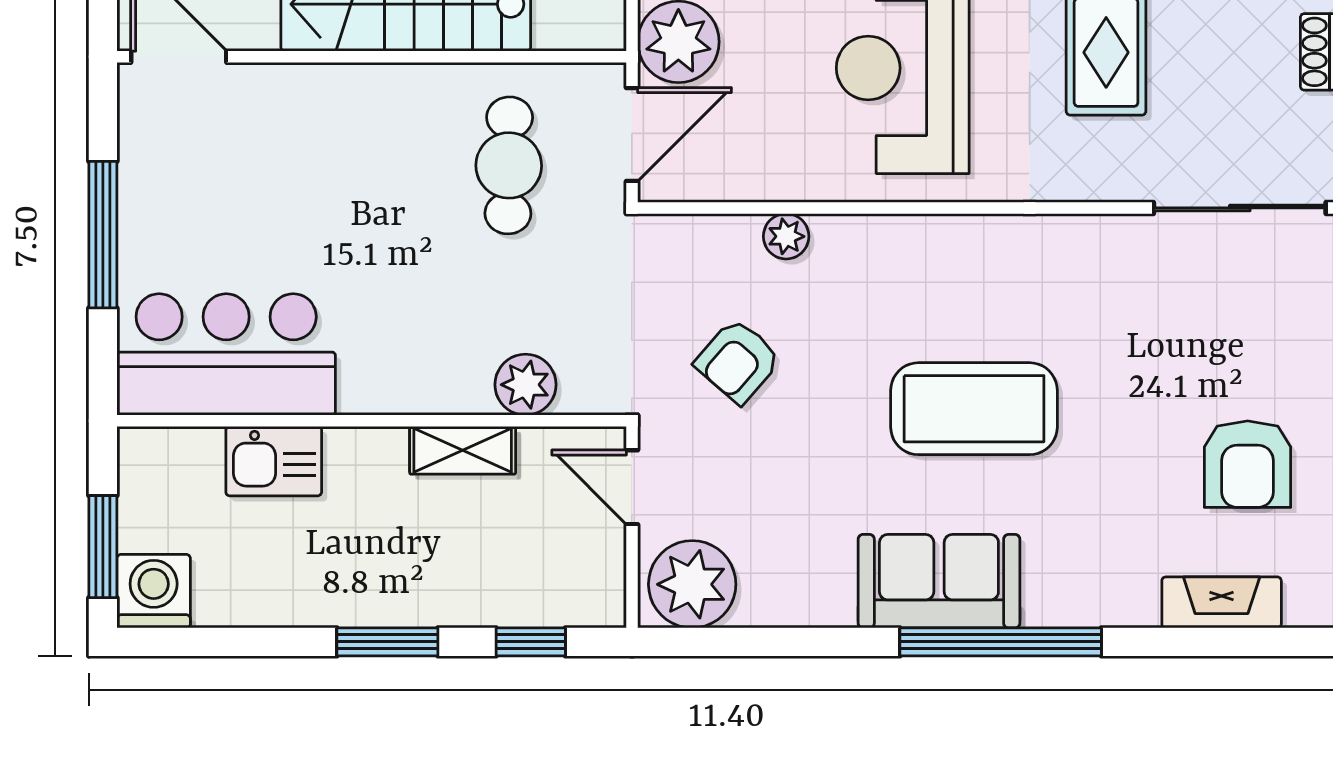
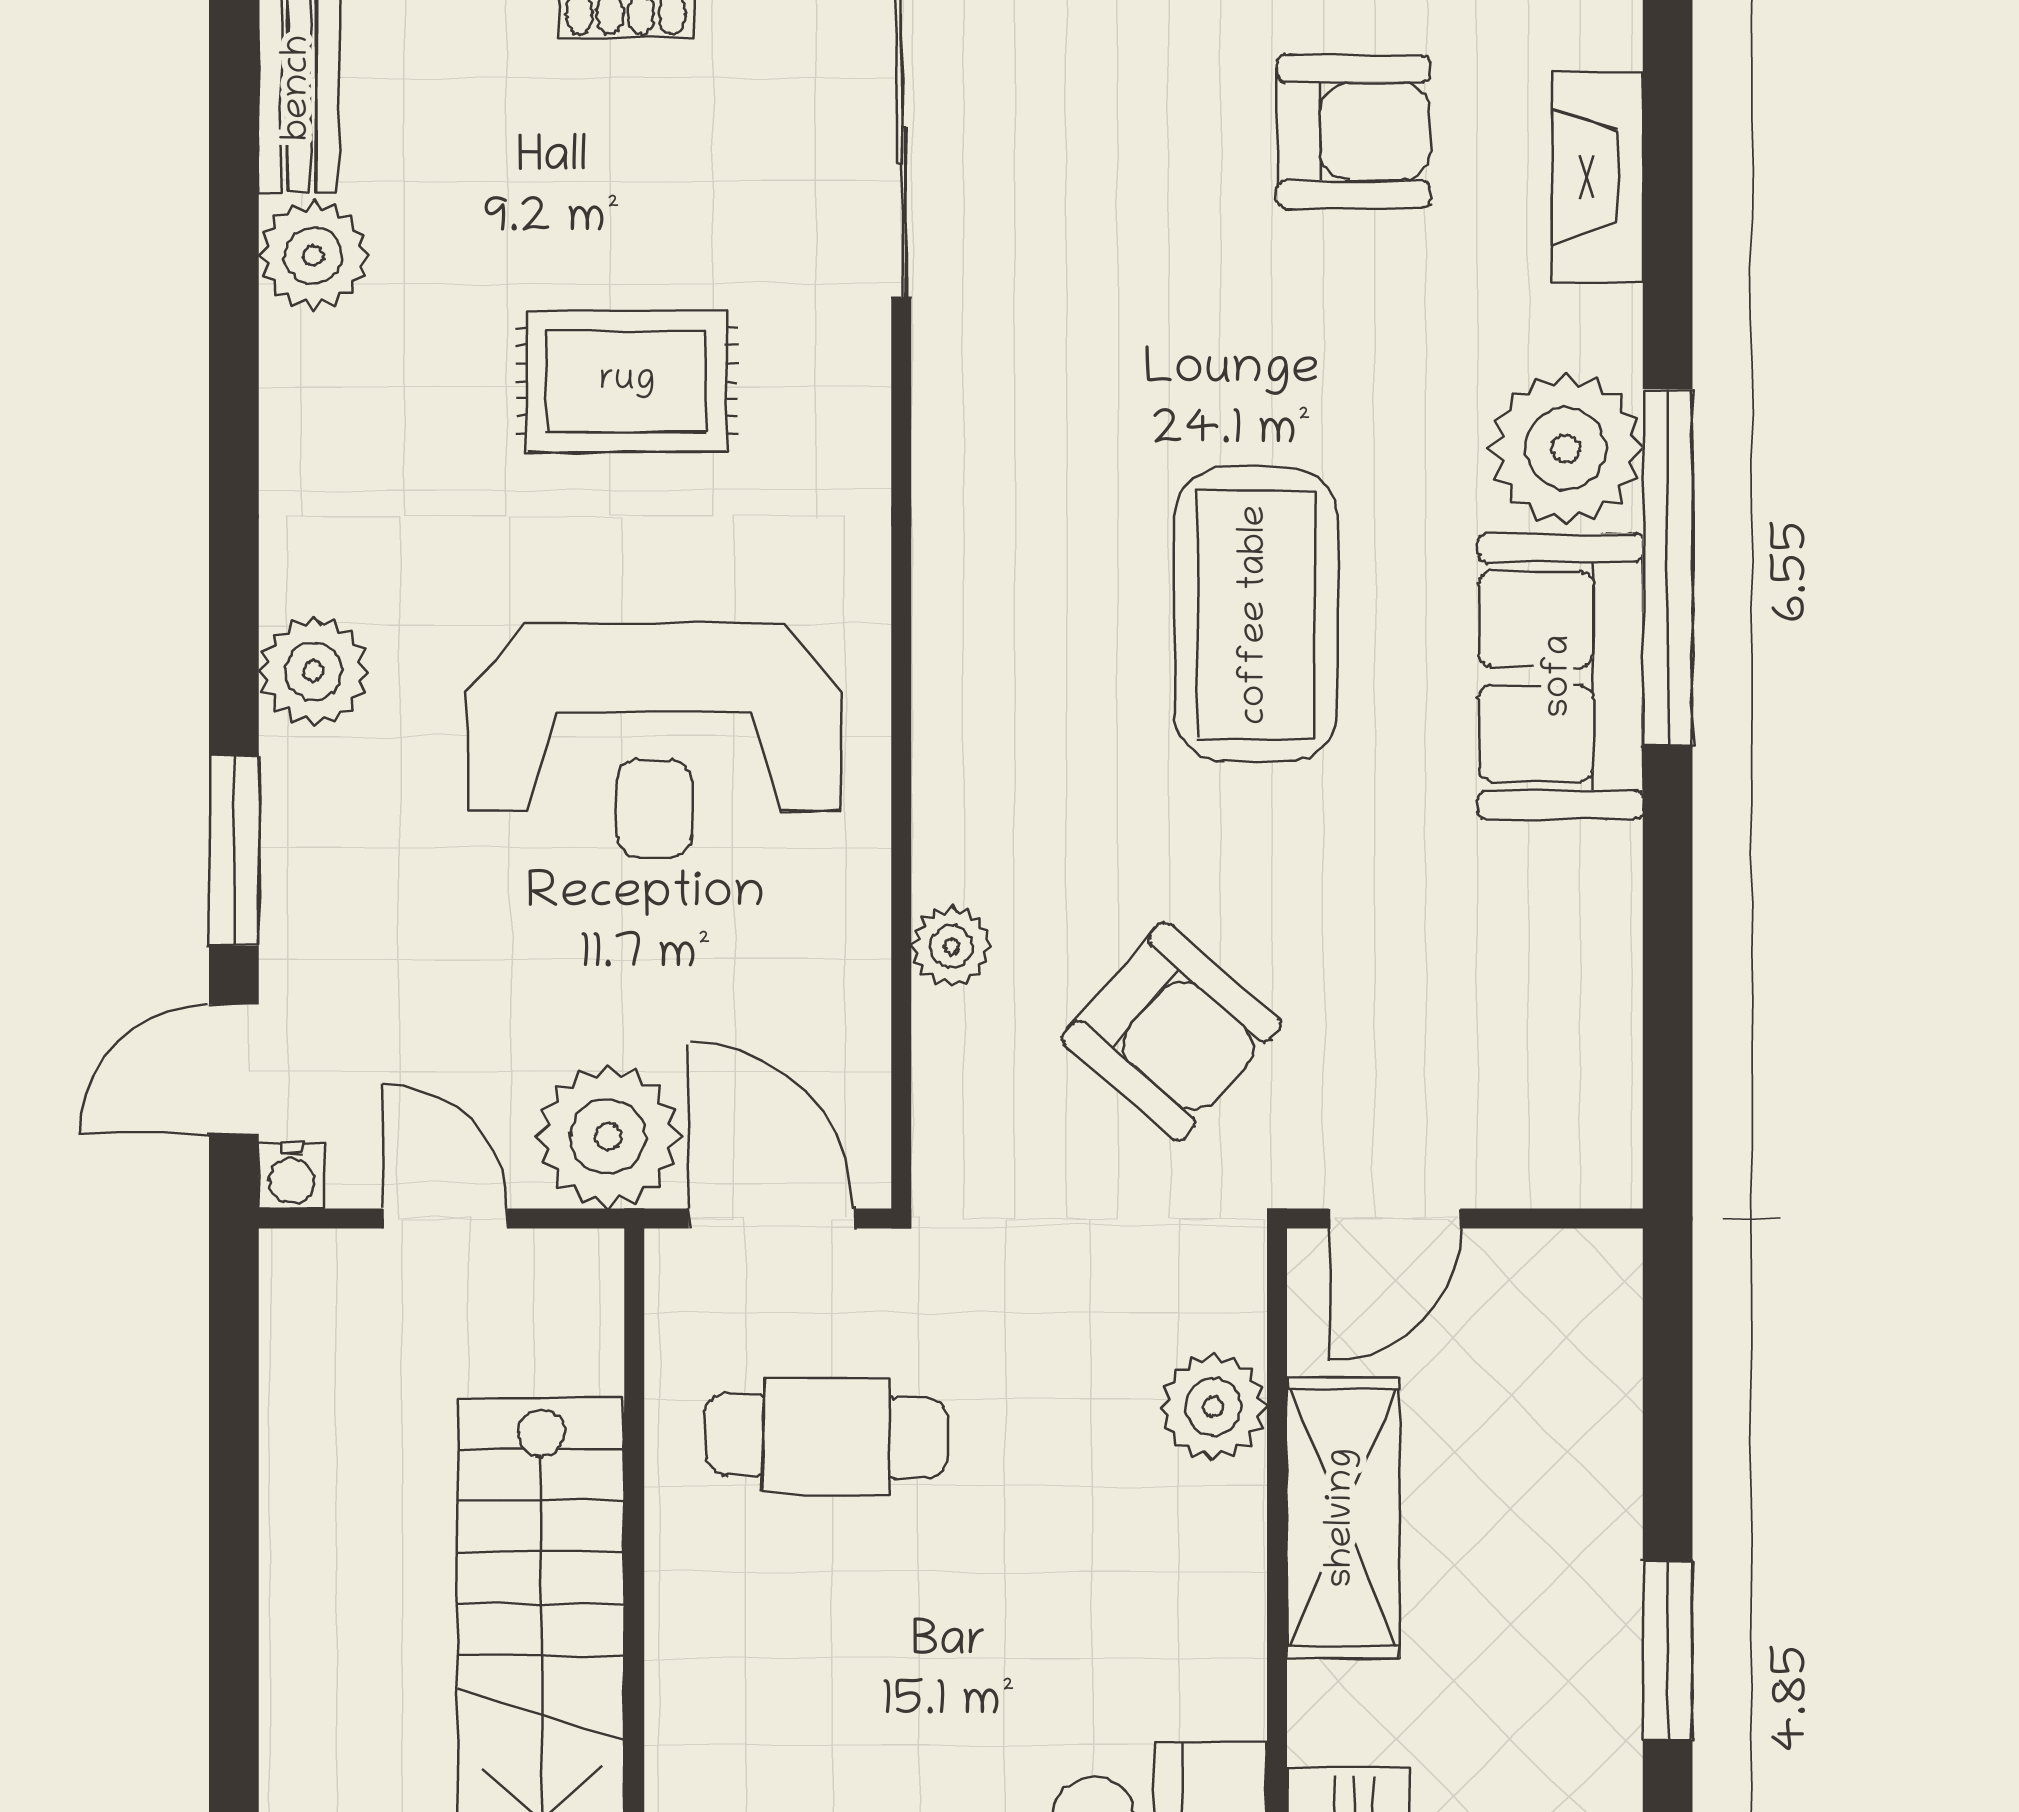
armchair: (738, 361) -> (1172, 1032), width x1.38, depth x1.38
shelving: (463, 450) -> (1343, 1518), width x1.50, depth x1.33
plant: (692, 584) -> (1566, 449), moved
window: (531, 642) -> (1668, 1397), removed

